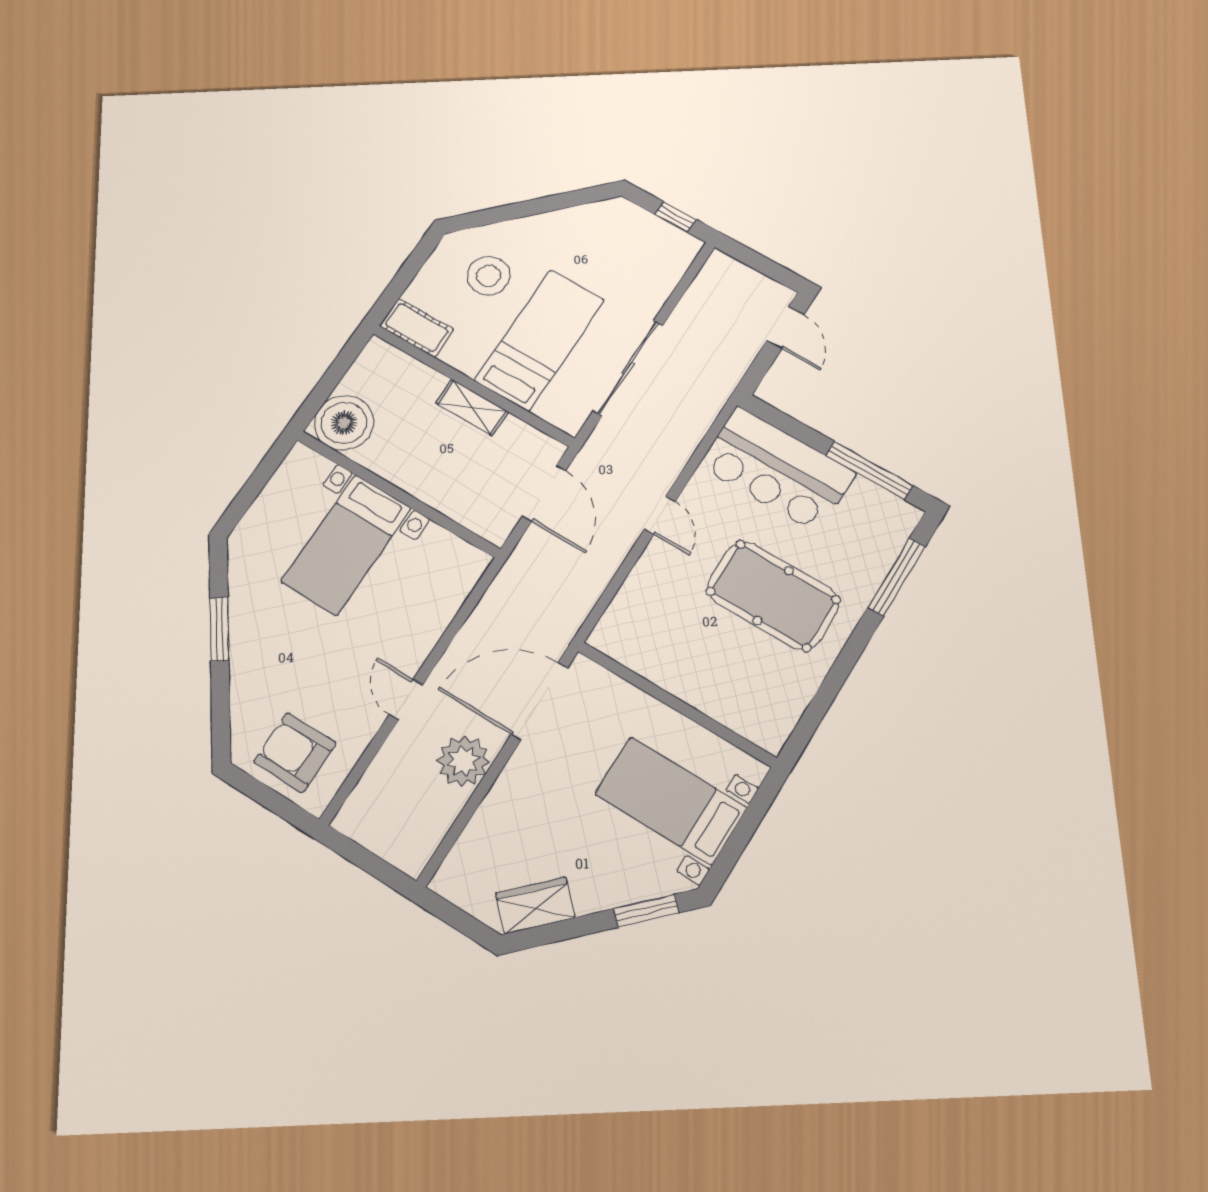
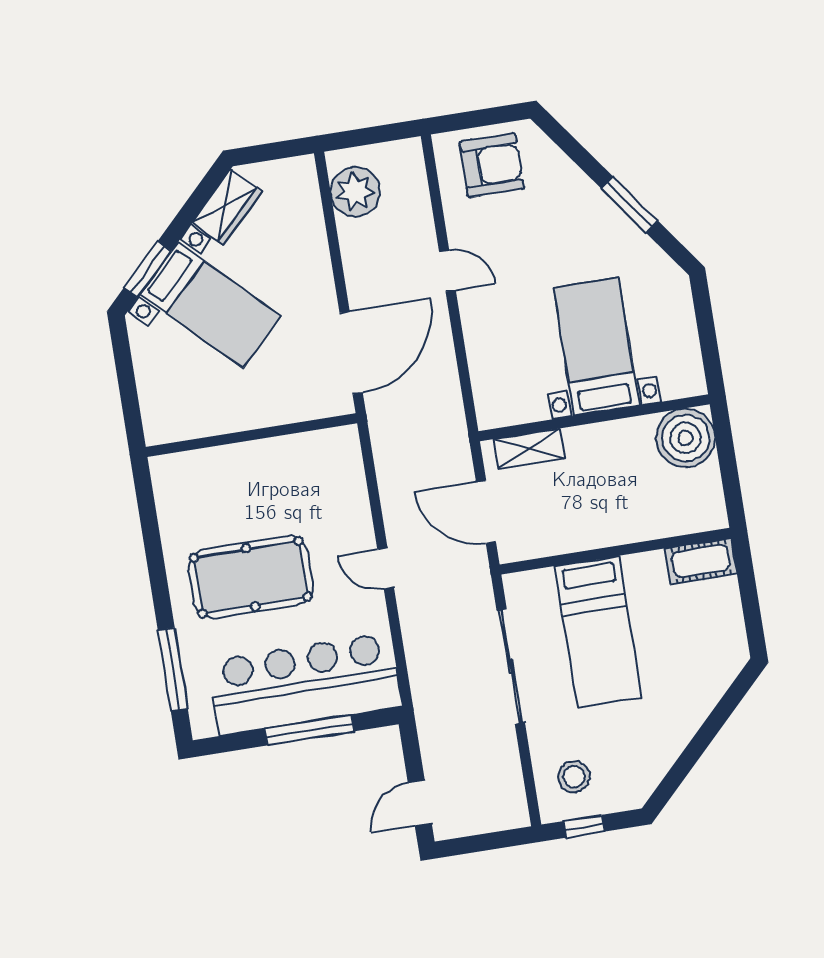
stool: (488, 276) -> (574, 777), moved, width x0.73, depth x0.73
door: (785, 328) -> (420, 803), hinge flipped
shelving: (472, 407) -> (529, 449), moved
bar counter: (777, 469) -> (305, 684), width x1.36
window: (869, 470) -> (309, 730), moved
plant: (463, 761) -> (355, 192), moved
bed with nightstands: (671, 801) -> (211, 305), moved, turned 45

